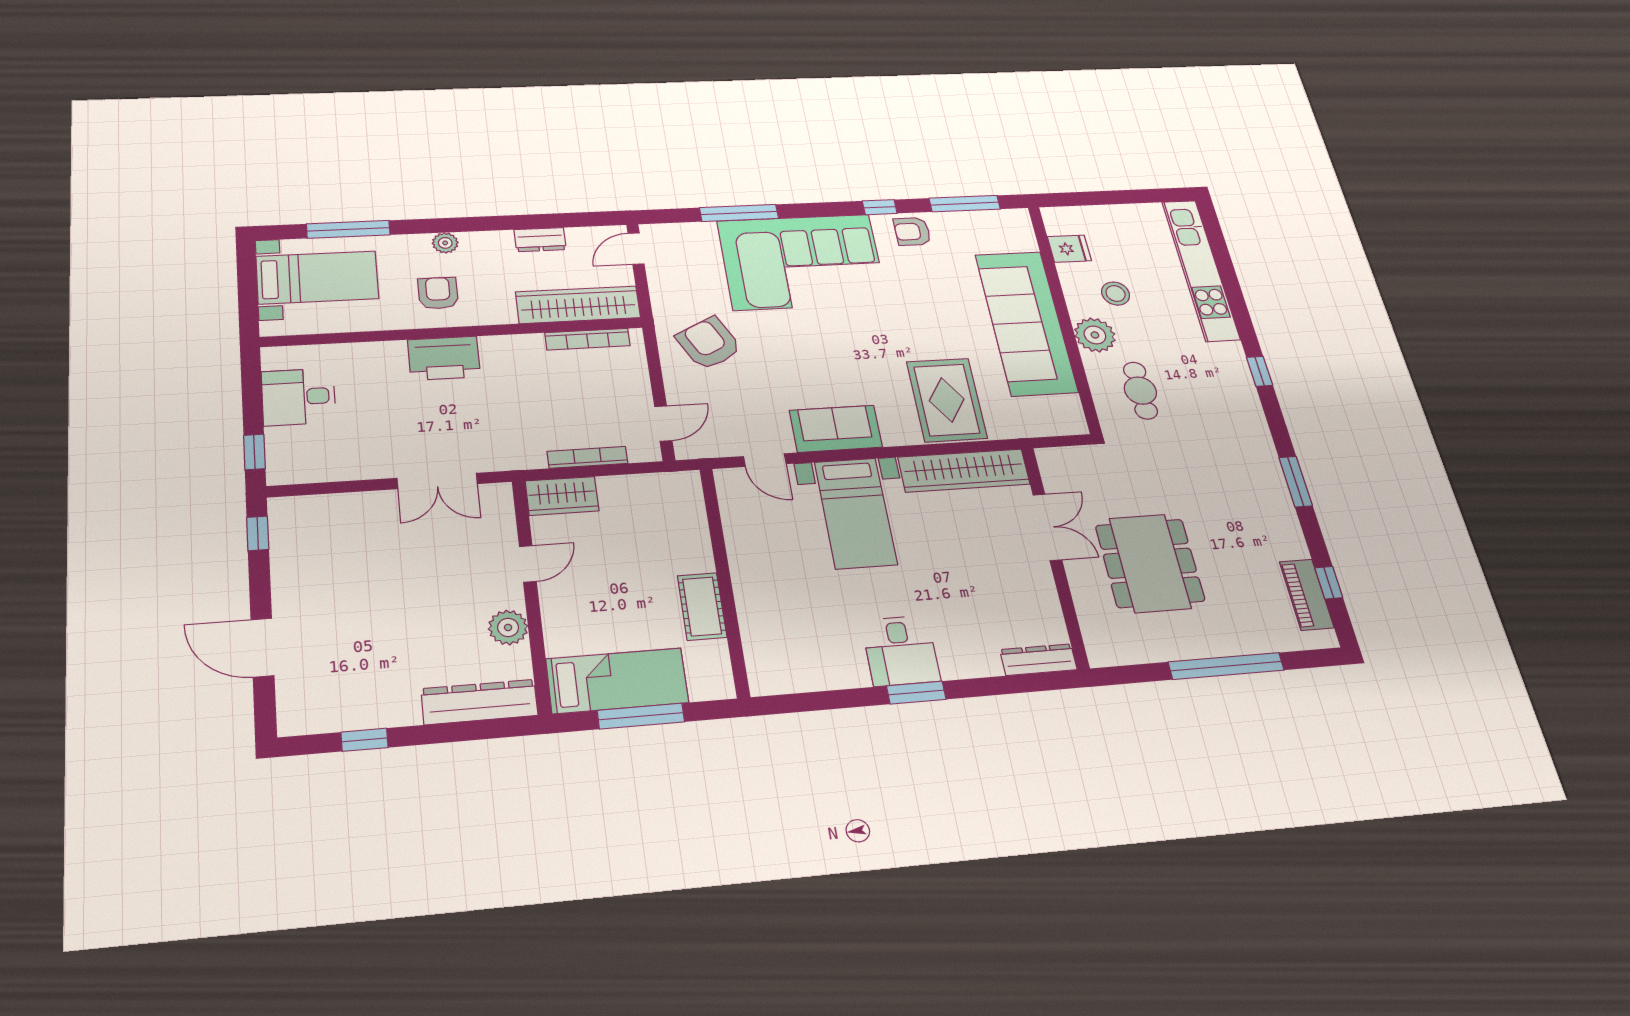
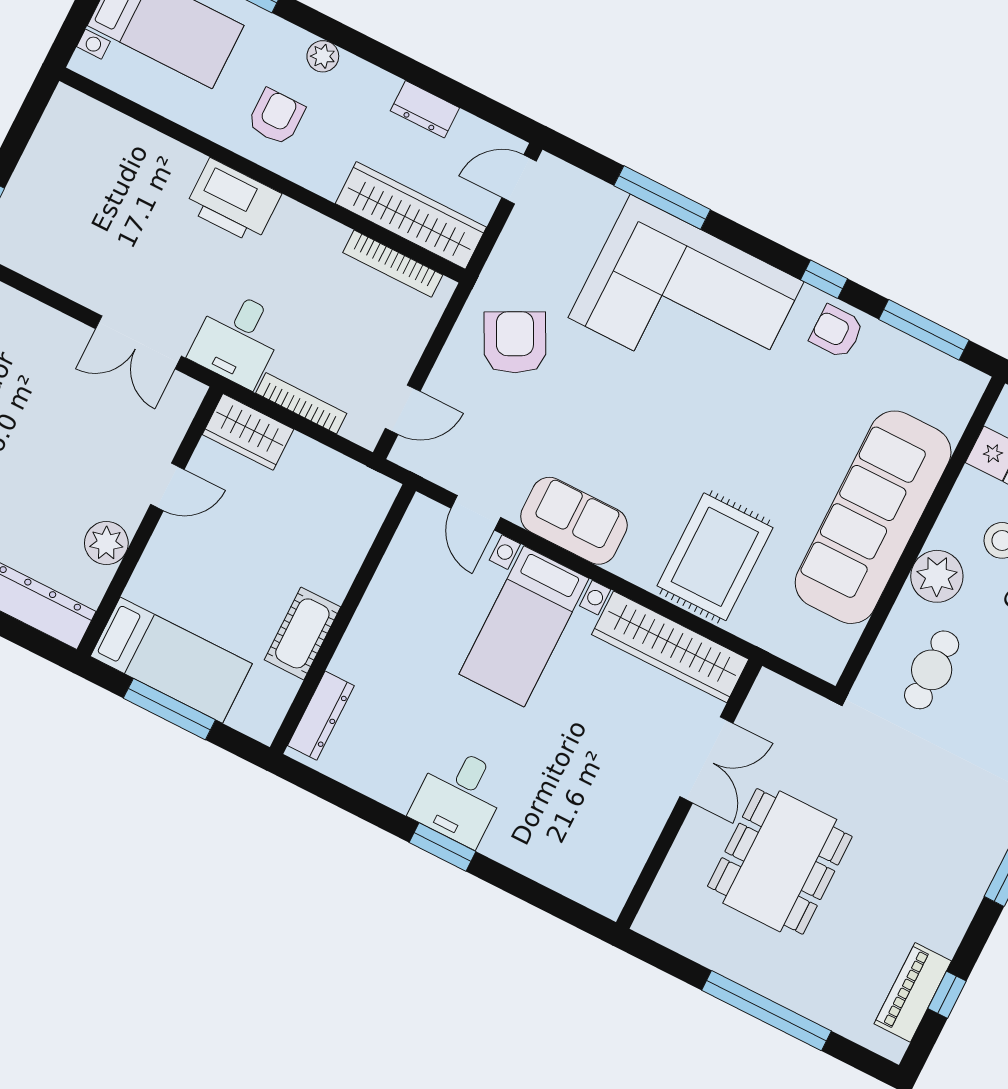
desk: (298, 397) -> (238, 339), moved, turned -90
dresser: (1038, 660) -> (321, 716), moved, turned 90

